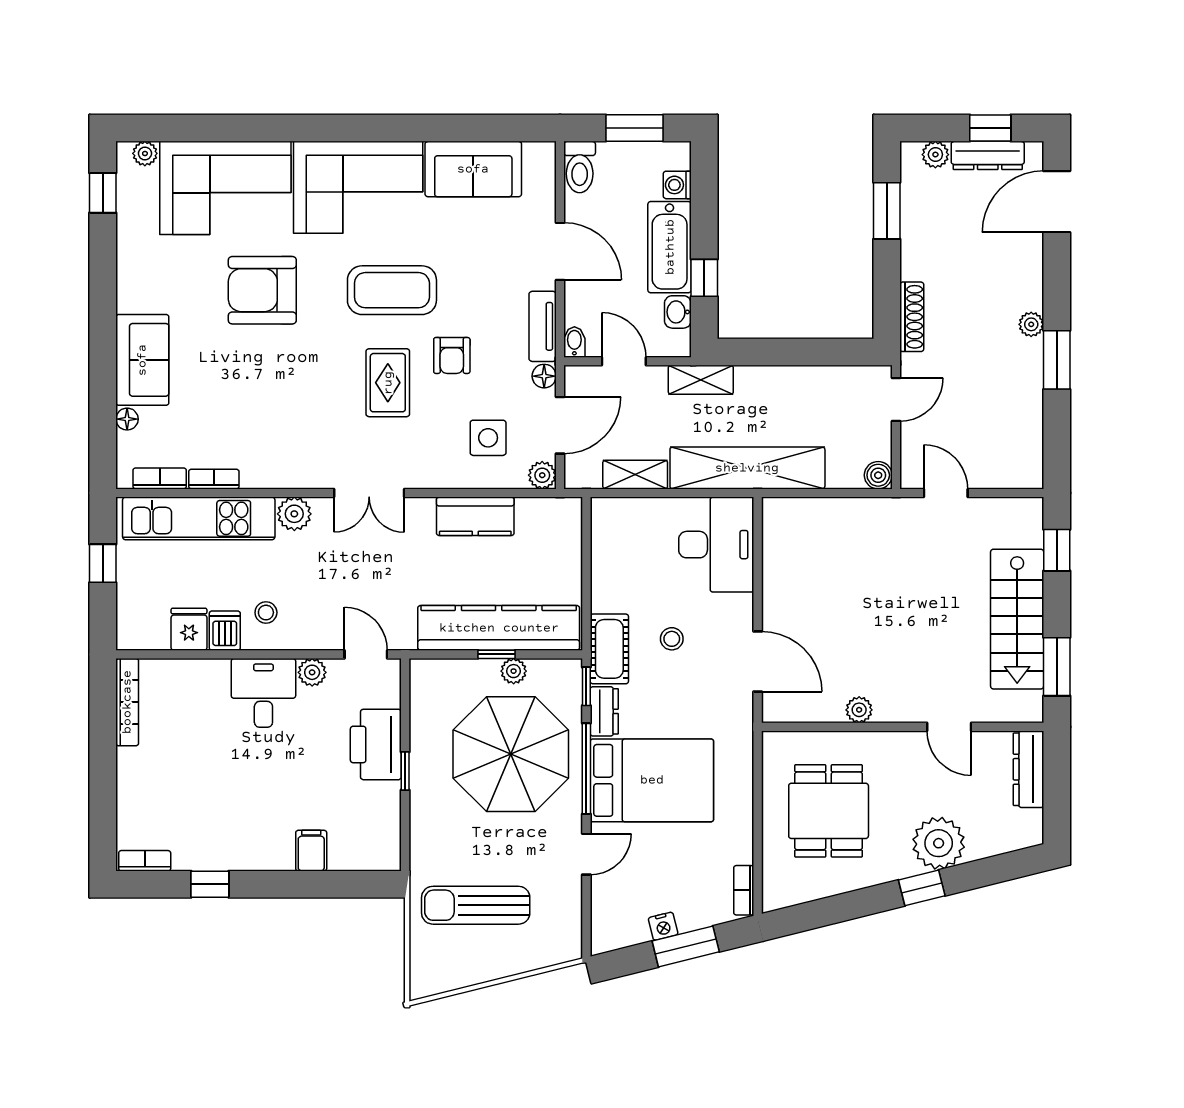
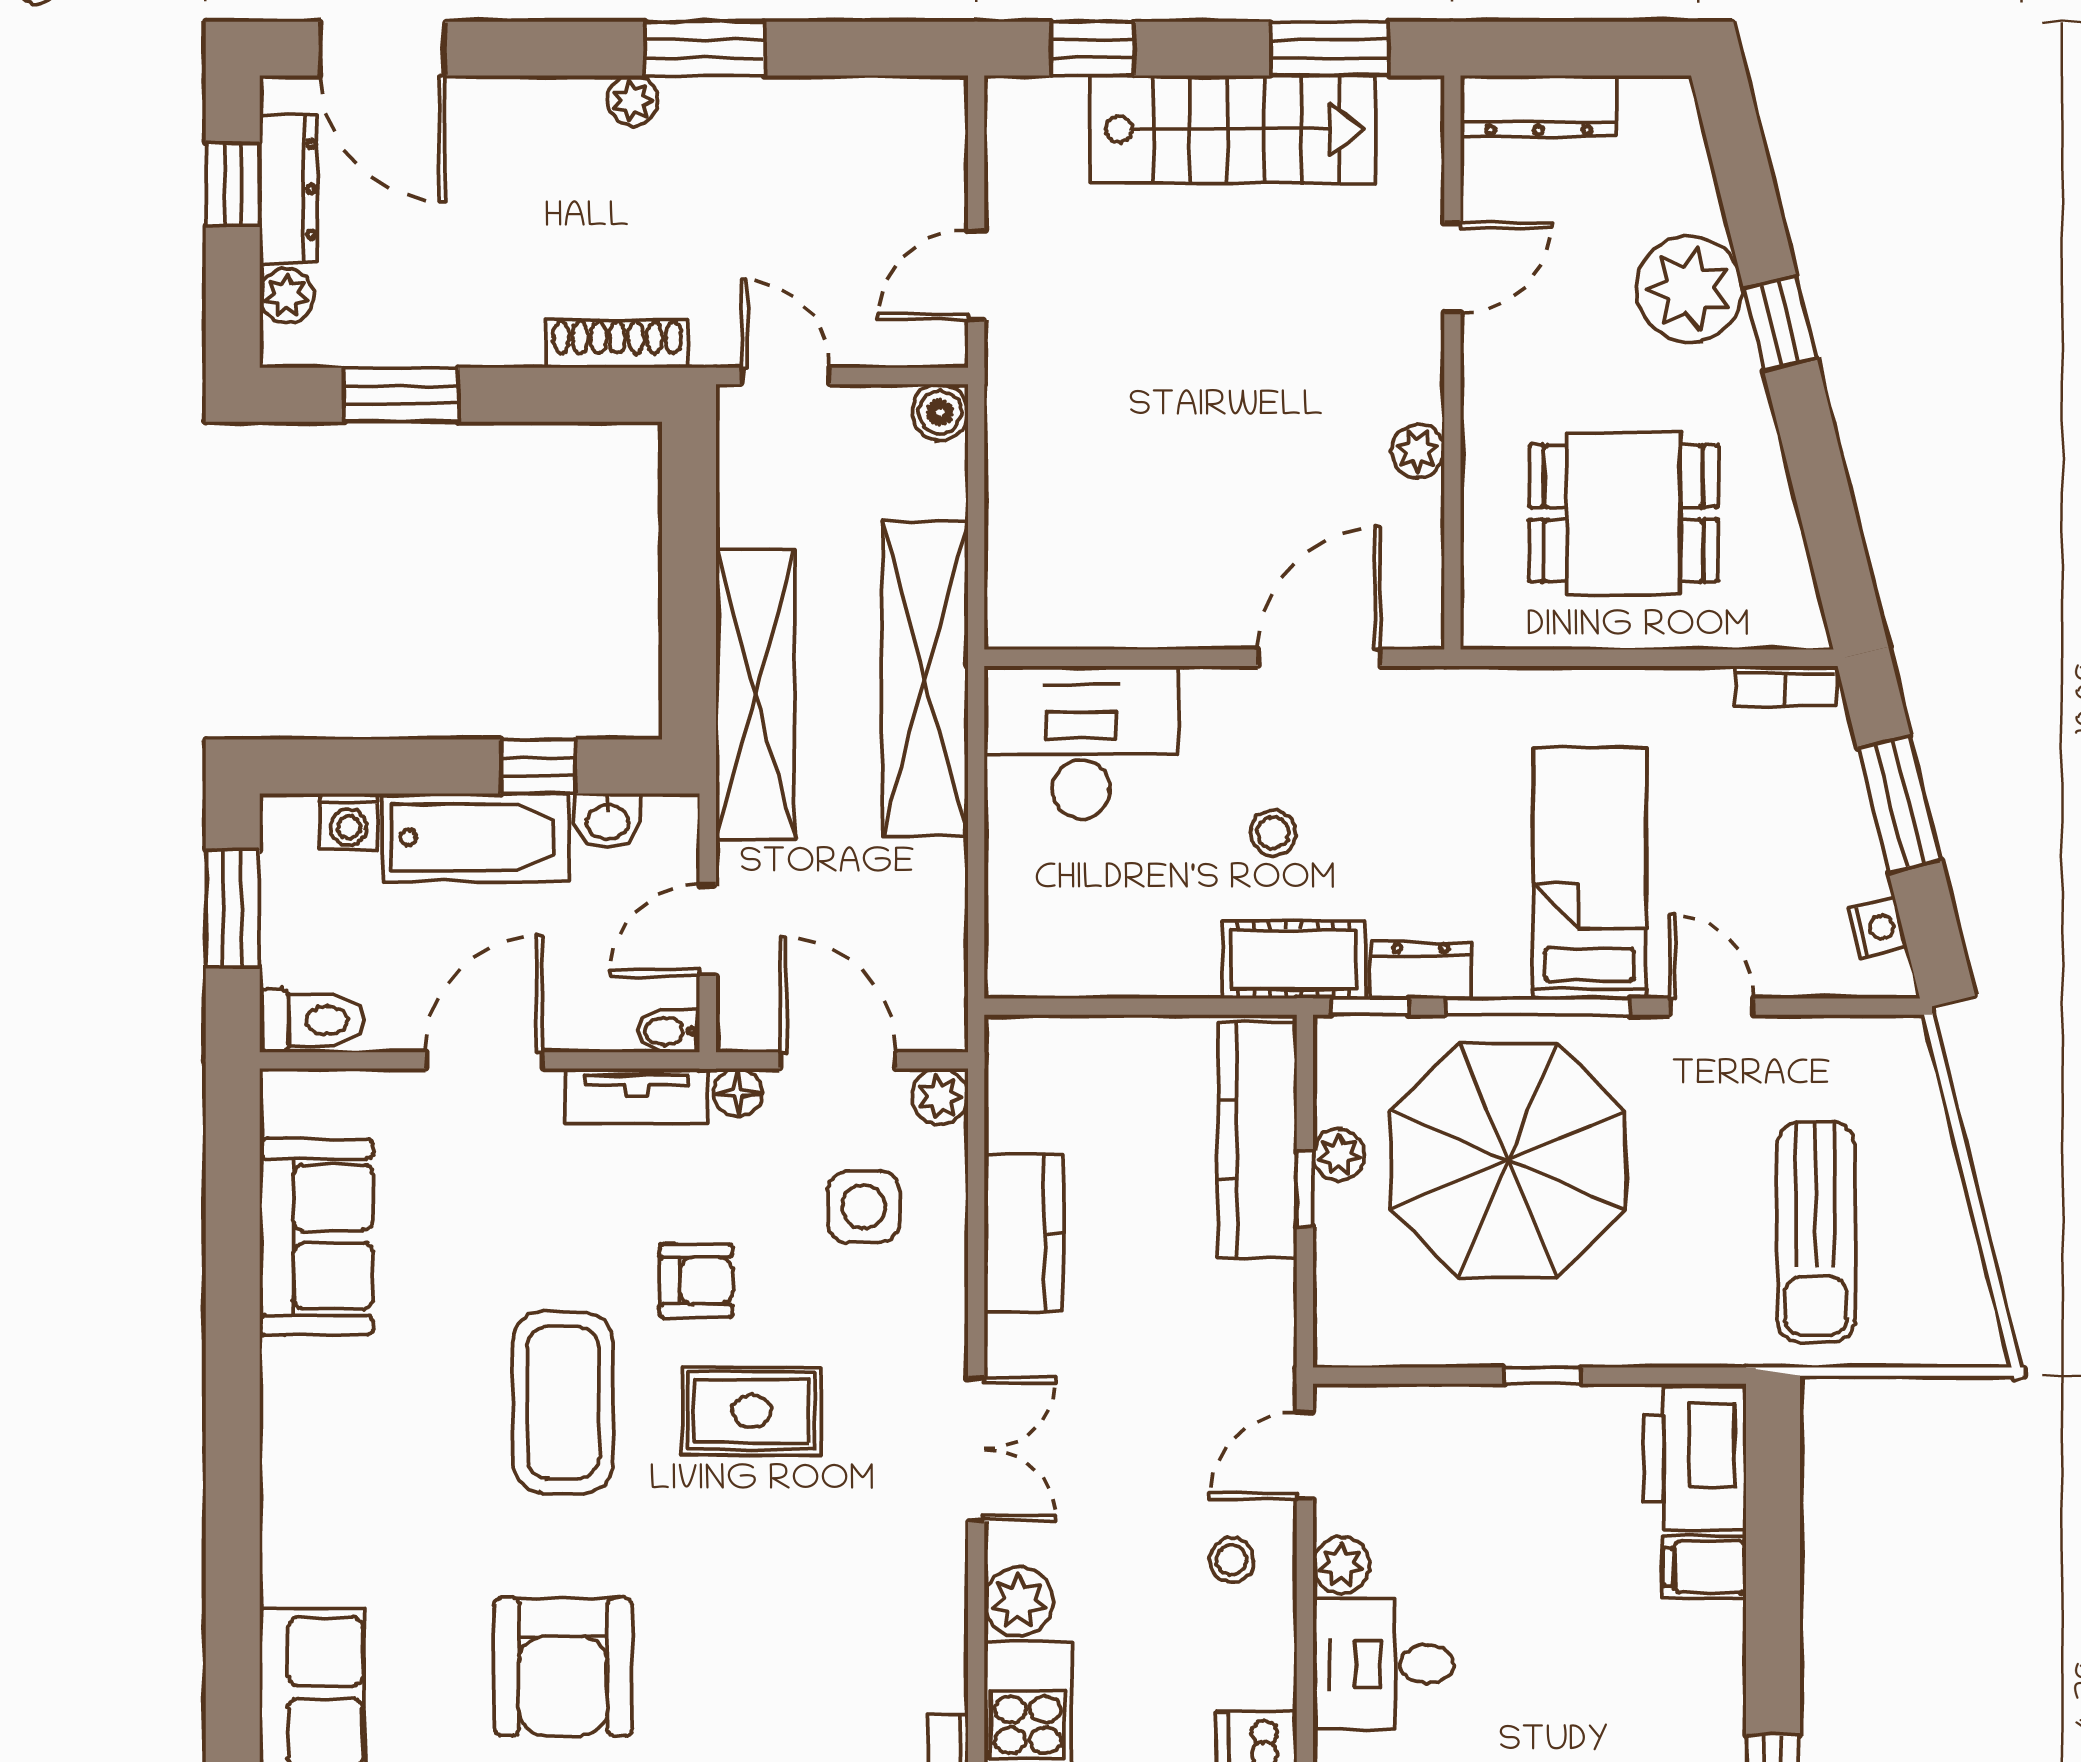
corner sofa: (358, 187) -> (353, 1472), removed
shelving: (701, 380) -> (755, 694), width x2.20, depth x1.33
shelving: (635, 475) -> (938, 907), removed
stool: (266, 613) -> (1232, 1560), moved
kitchen counter: (499, 628) -> (1257, 1139), width x0.72, depth x0.86
printer: (376, 744) -> (1695, 1458), moved, turned 90
bed: (652, 780) -> (1590, 873), width x0.67
nightstand: (663, 926) -> (1878, 928), moved

